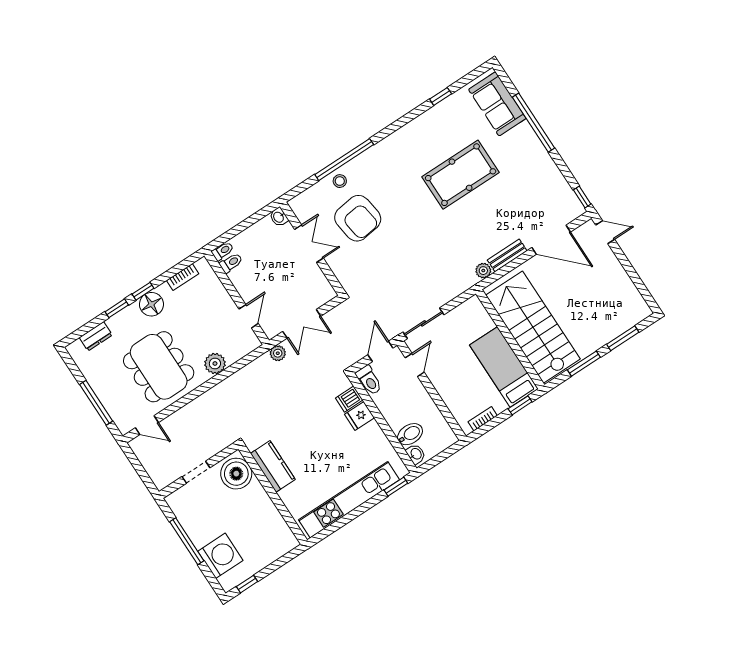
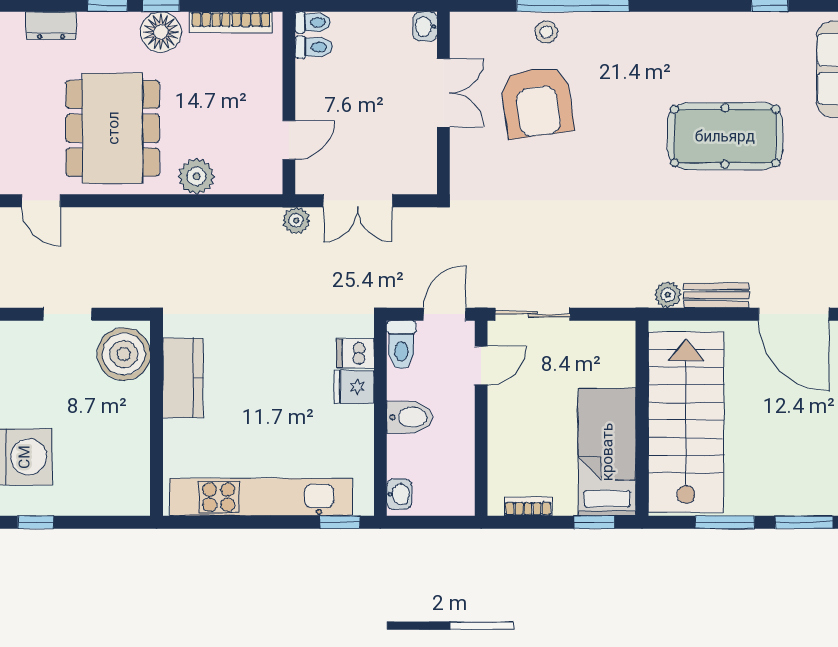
bookcase: (183, 277) -> (231, 22), width x1.56
bidet: (410, 434) -> (410, 417), moved

